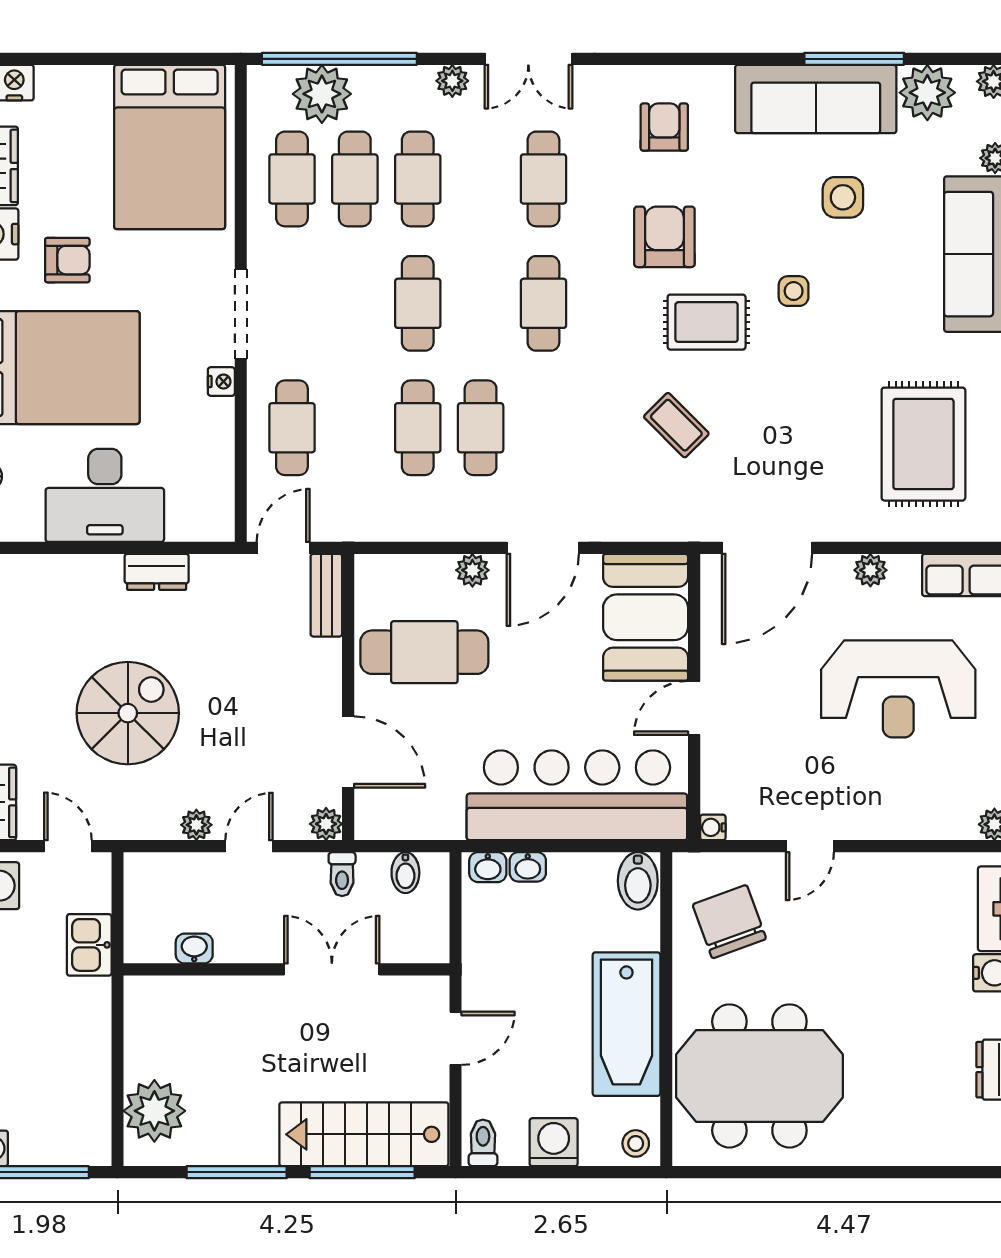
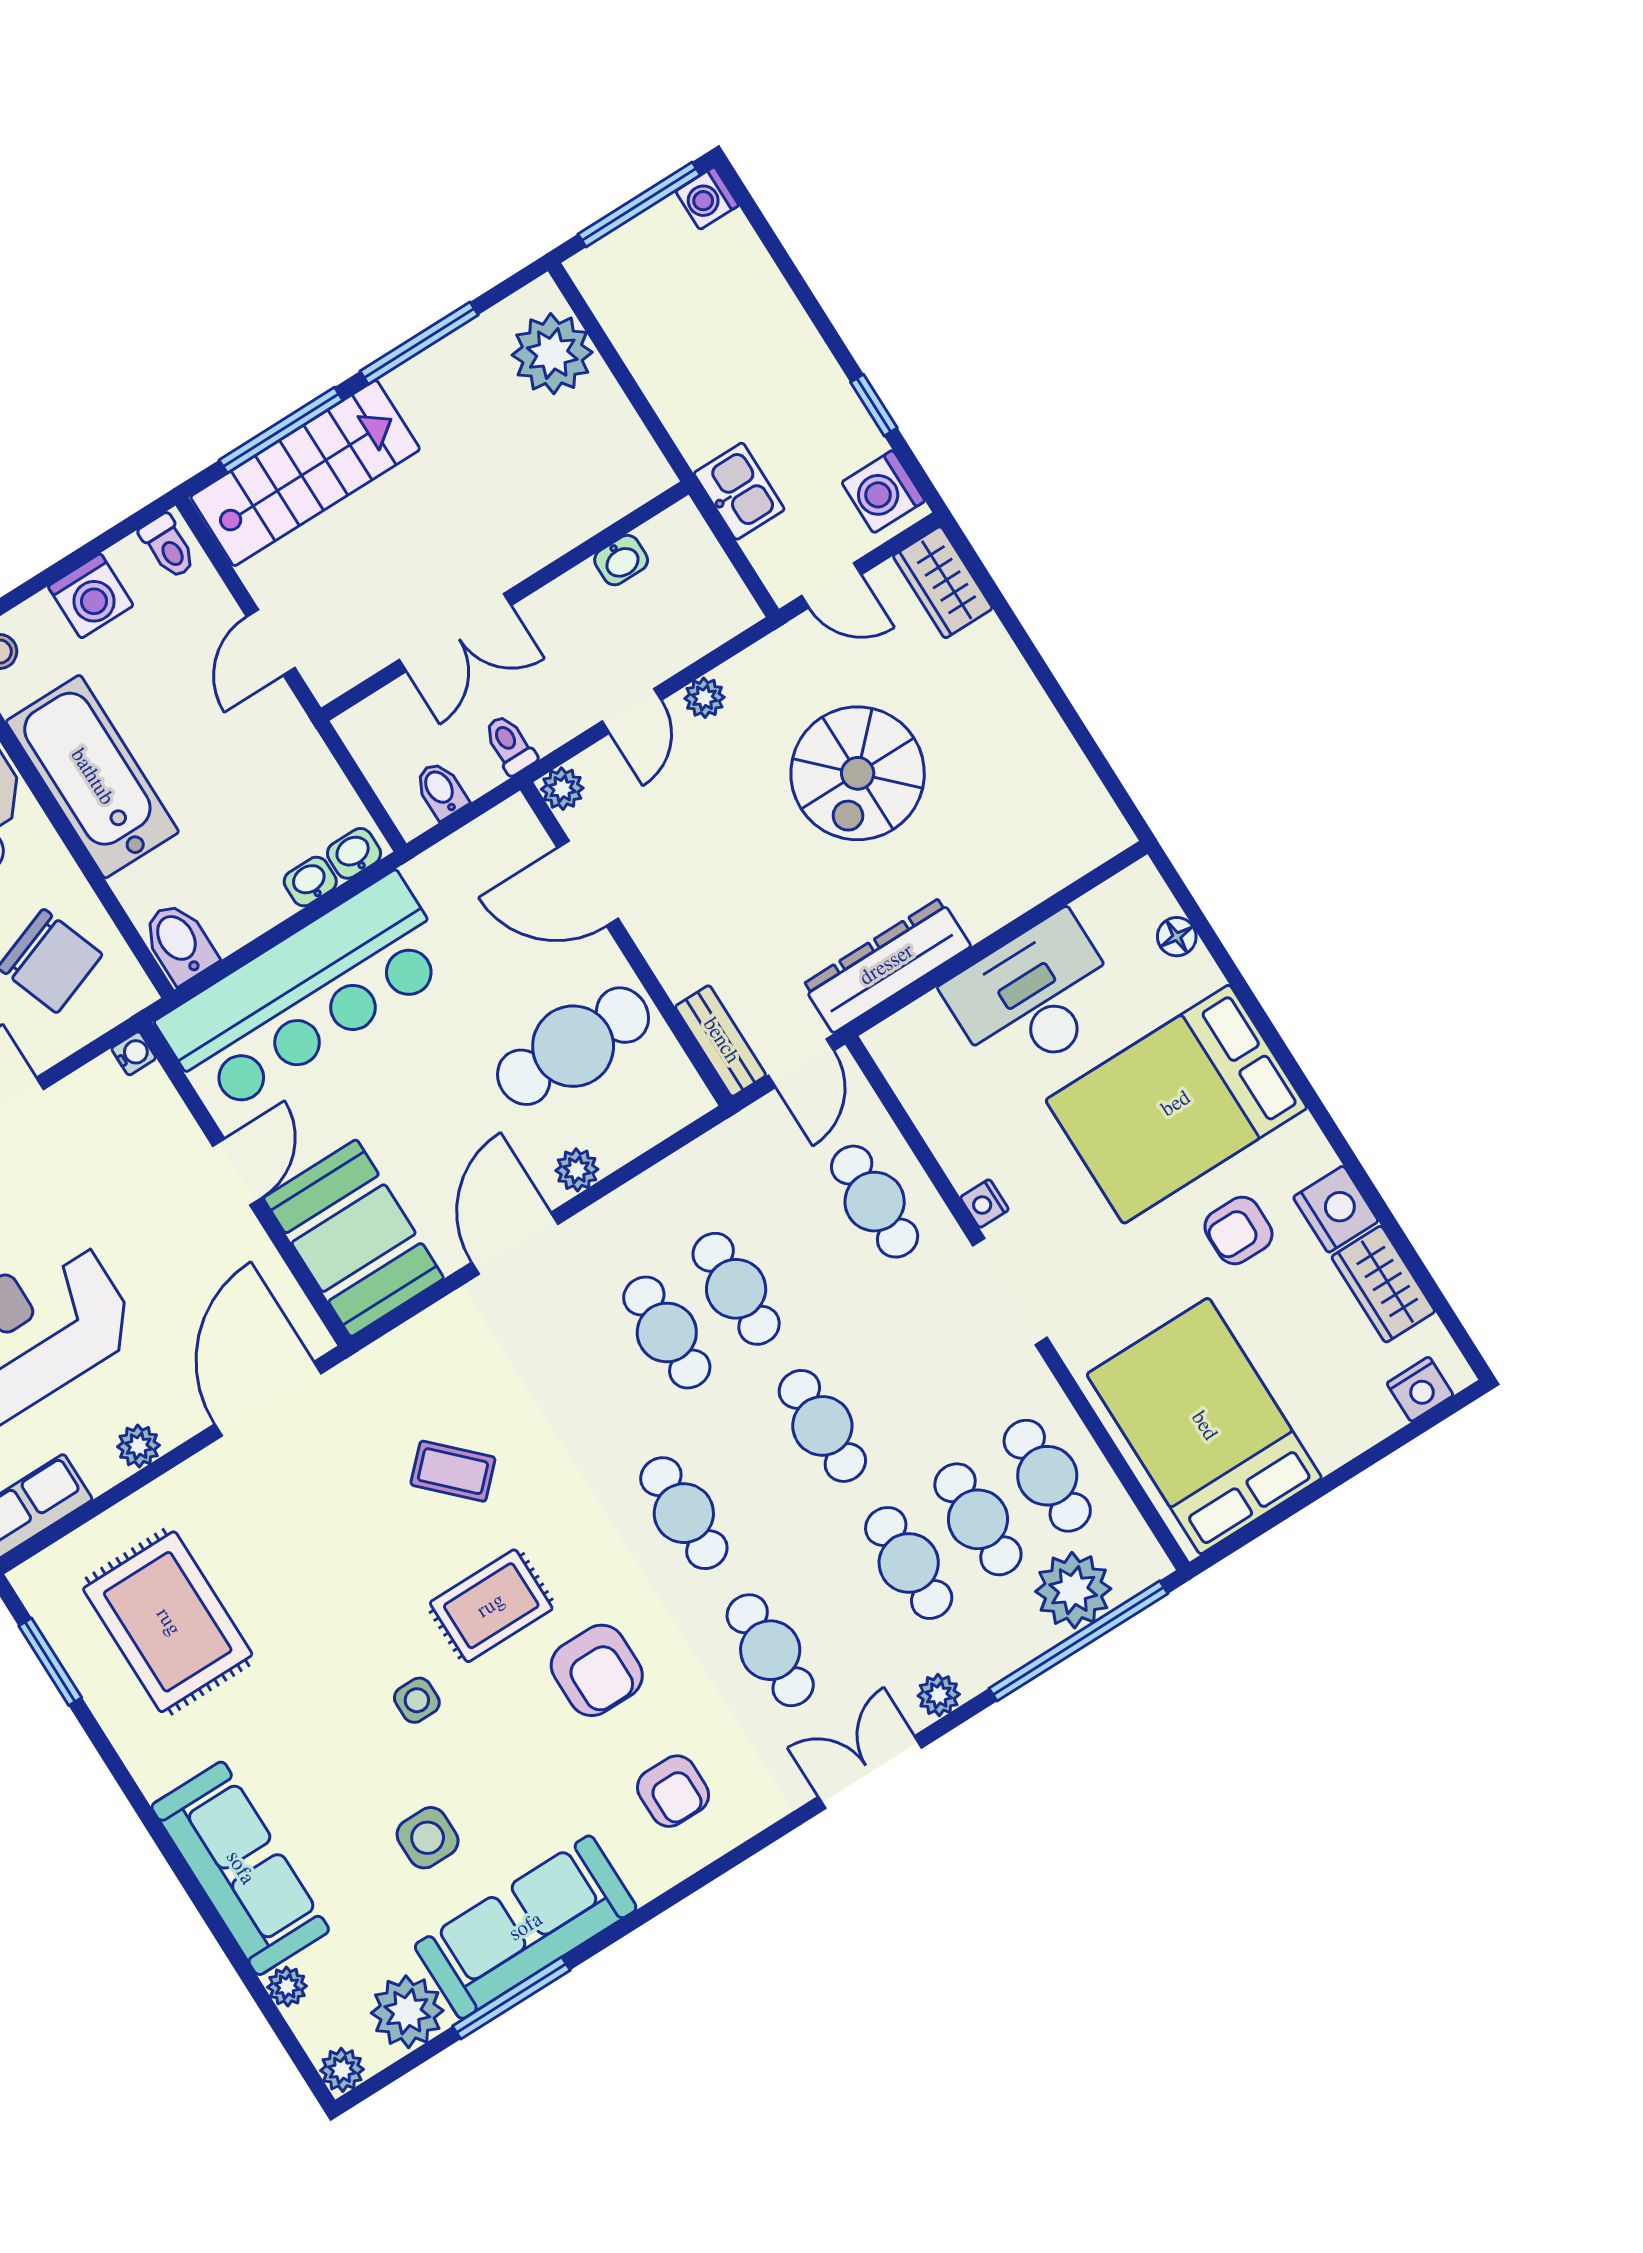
dresser: (157, 572) -> (887, 965), width x1.96, depth x1.24

